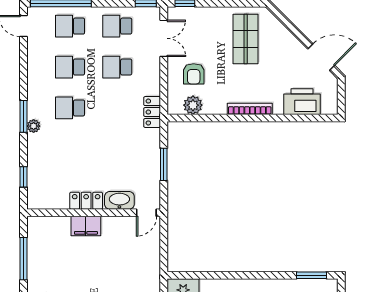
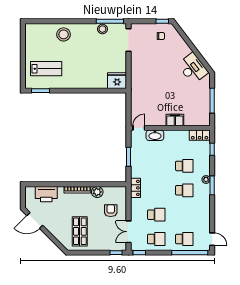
school desk: (70, 67) -> (184, 166), moved
plant: (193, 105) -> (97, 192), moved
locker: (86, 201) -> (200, 135), moved

